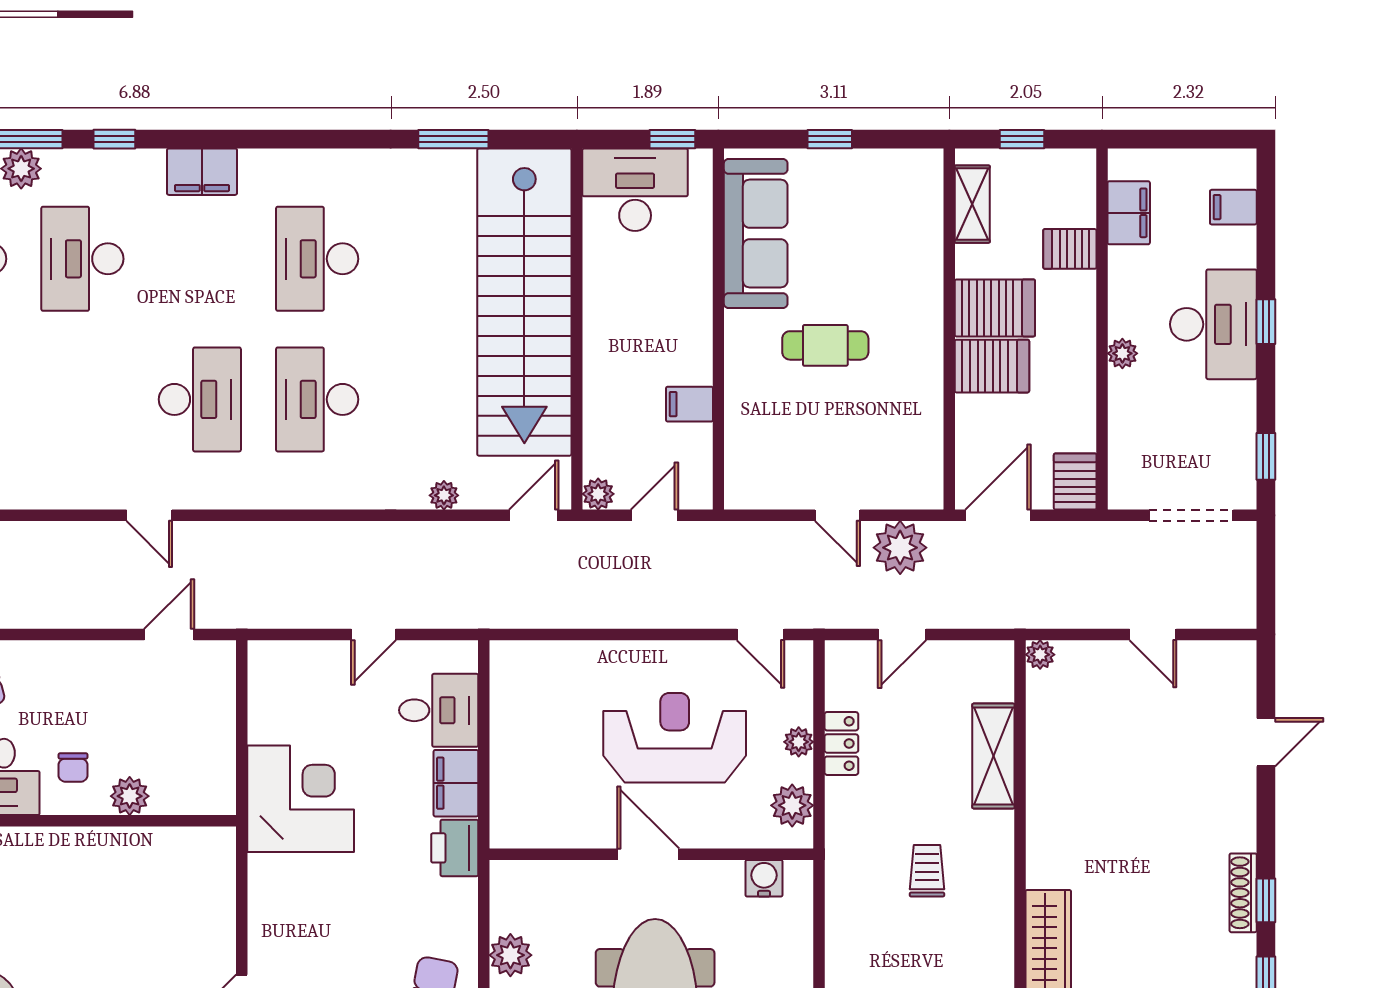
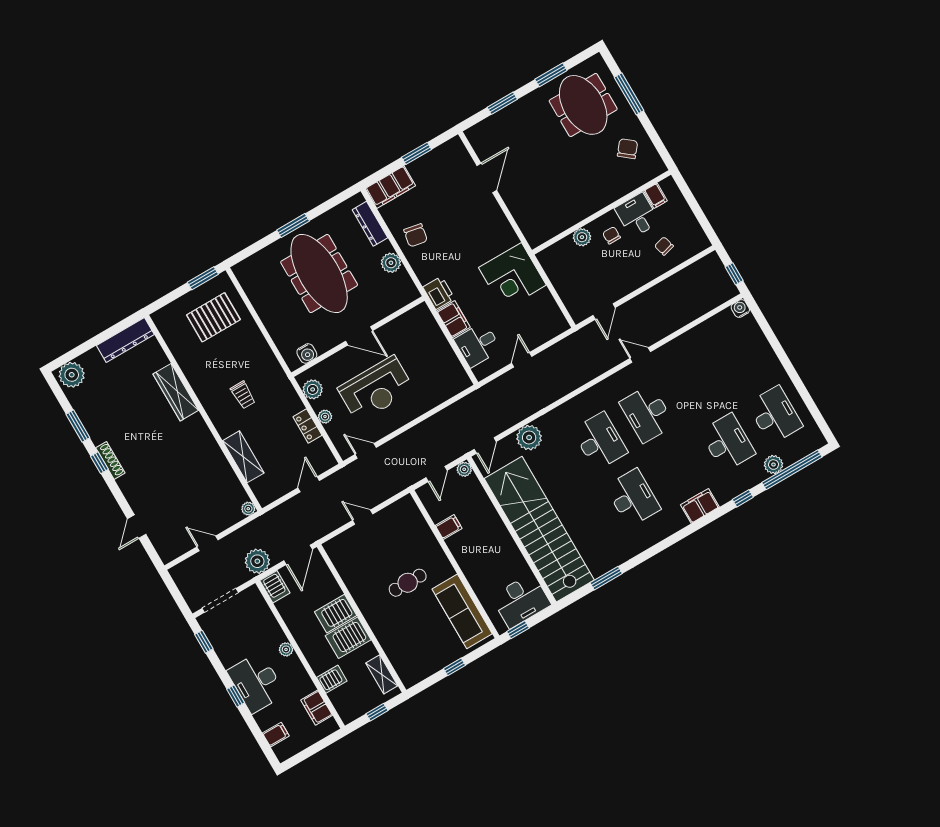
plant: (444, 495) -> (529, 438), width x1.88, depth x1.88
plant: (900, 548) -> (257, 561), moved

